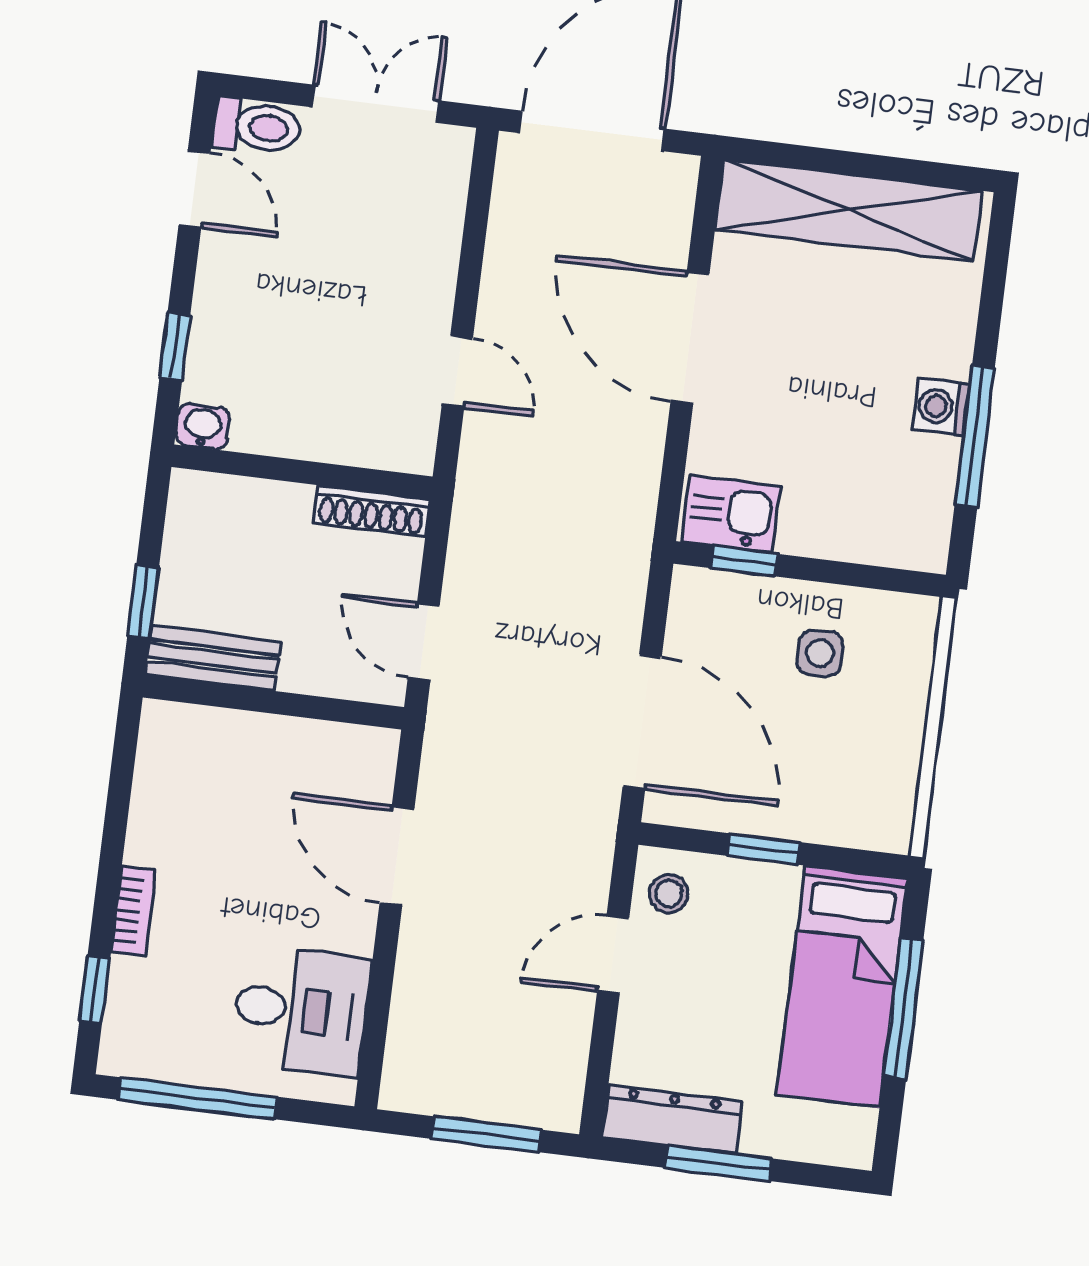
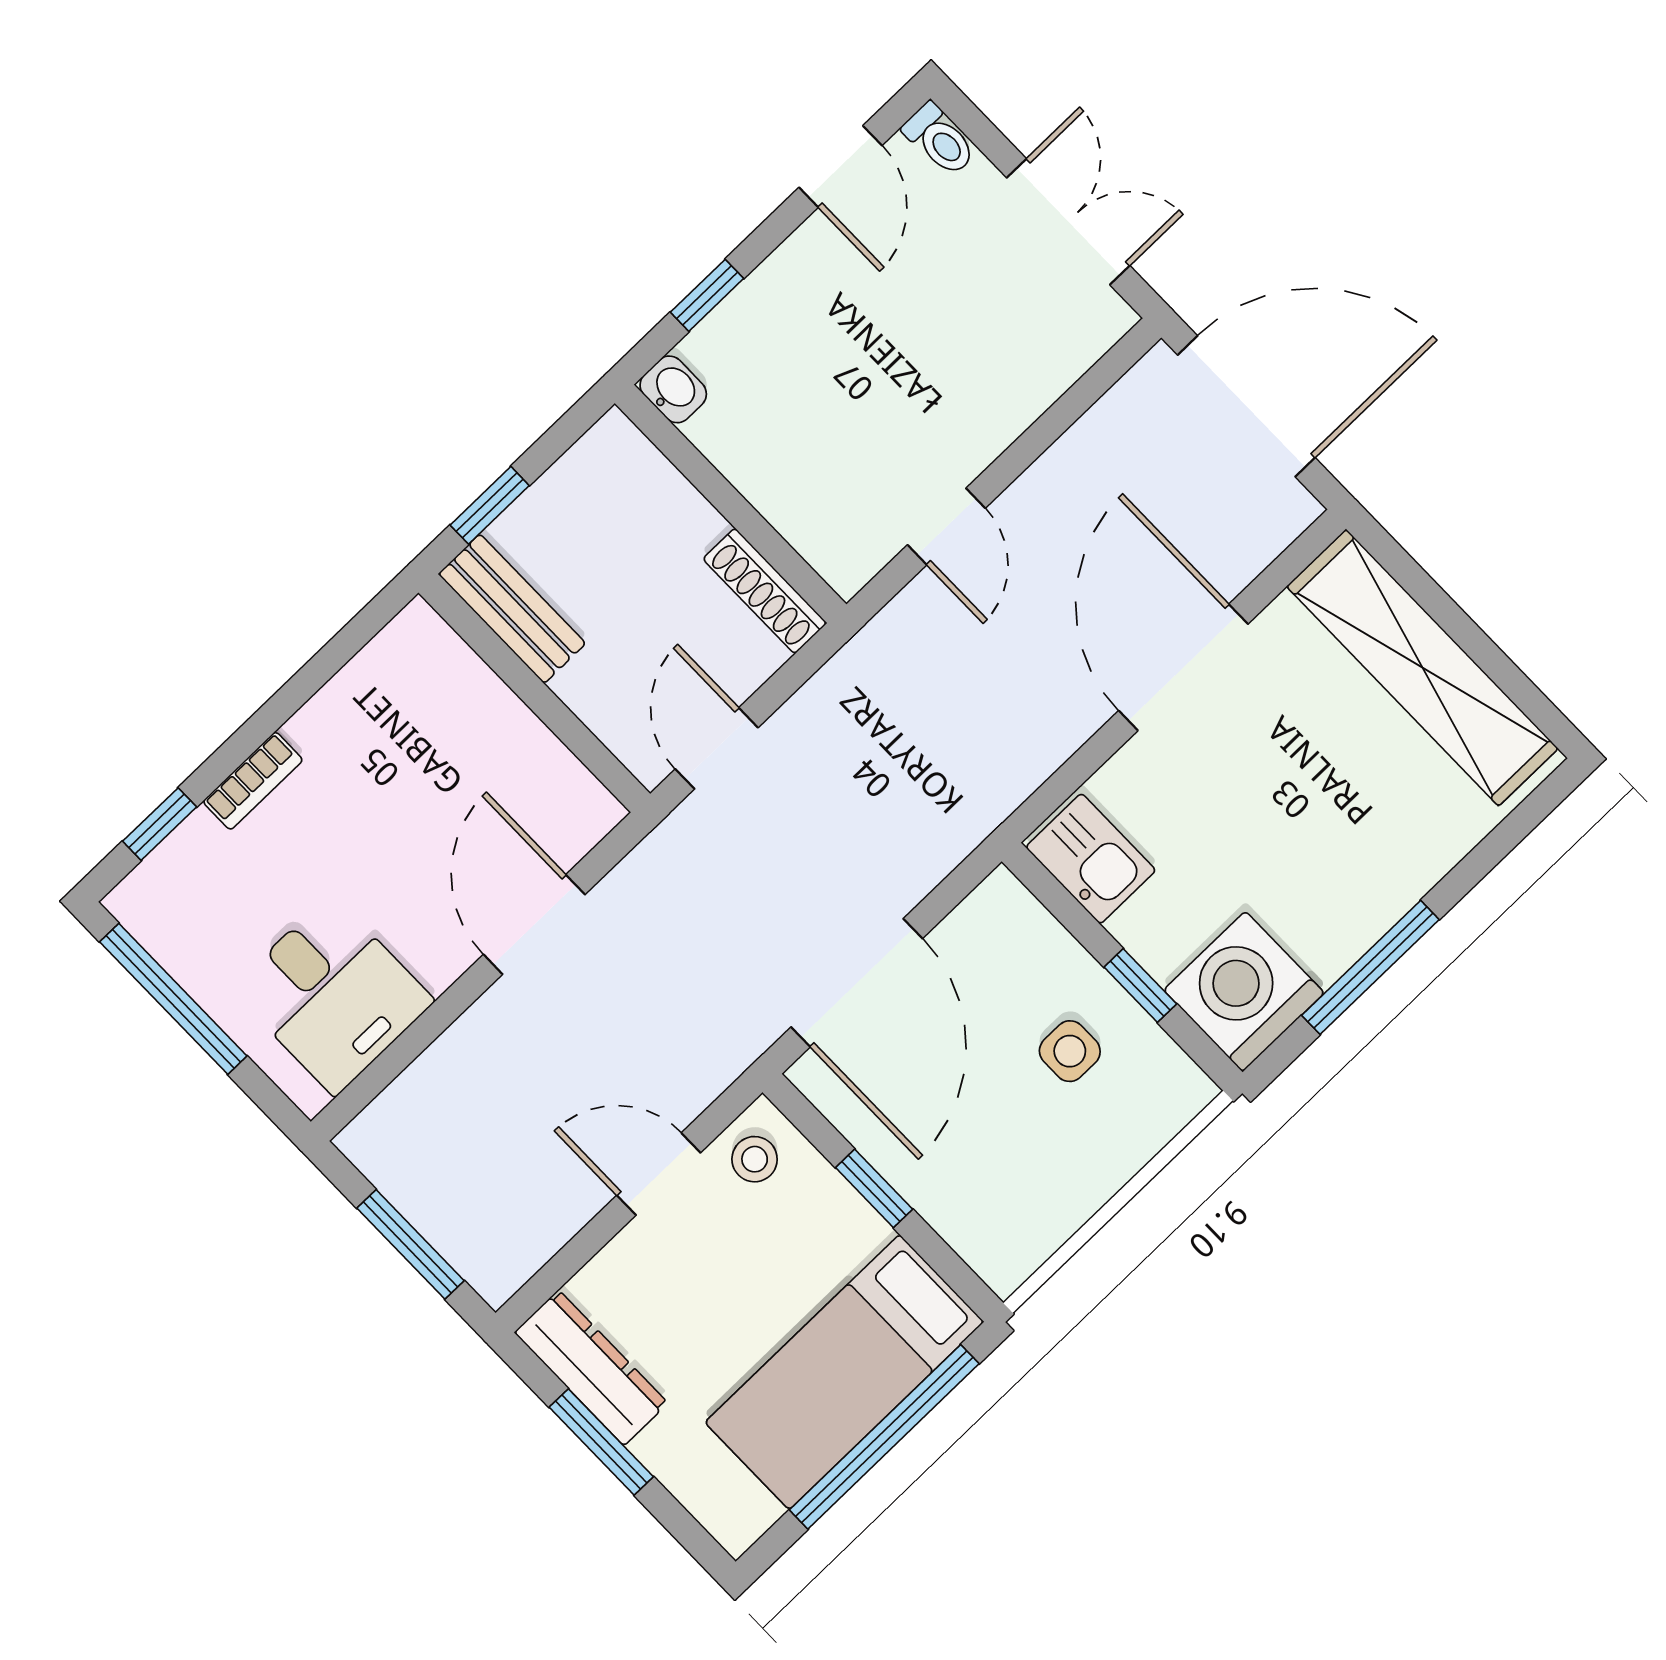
toilet: (257, 127) -> (940, 140), width x0.73, depth x0.72
washing machine: (941, 407) -> (1244, 992), moved, width x1.89, depth x1.89
window: (744, 561) -> (1140, 986), moved
window: (903, 1008) -> (884, 1437), width x1.46

